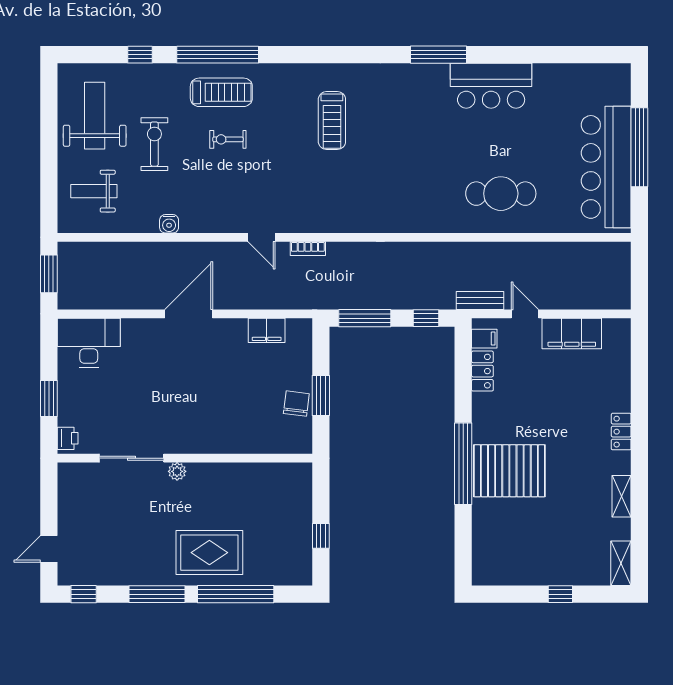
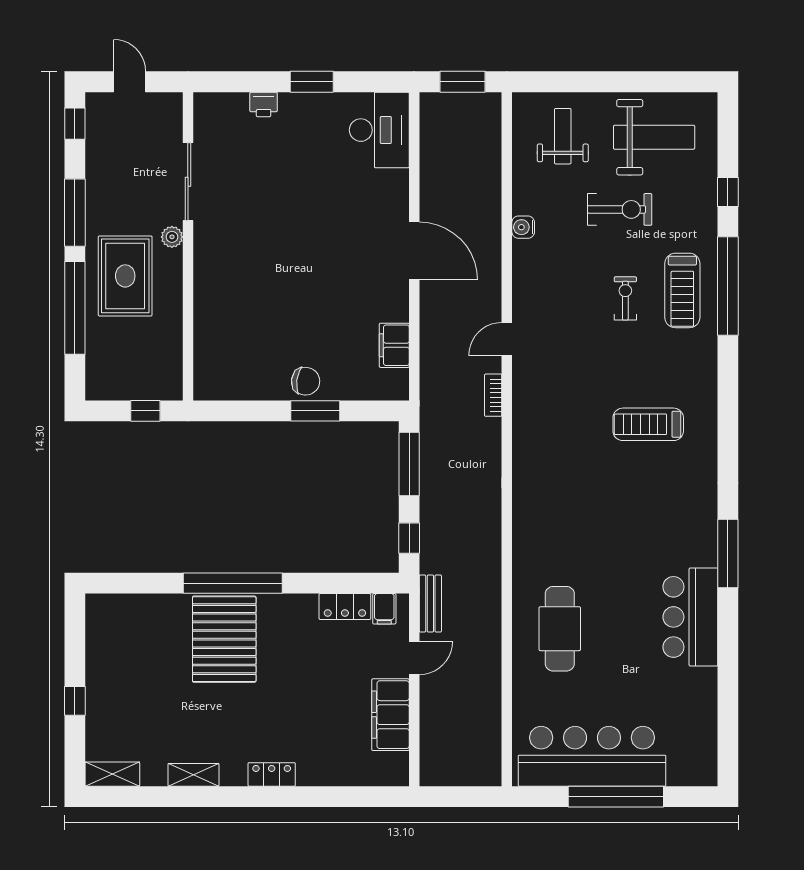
sliding door: (131, 458) -> (188, 182), moved
wall: (185, 458) -> (188, 246), moved
plant: (177, 471) -> (172, 237), moved

